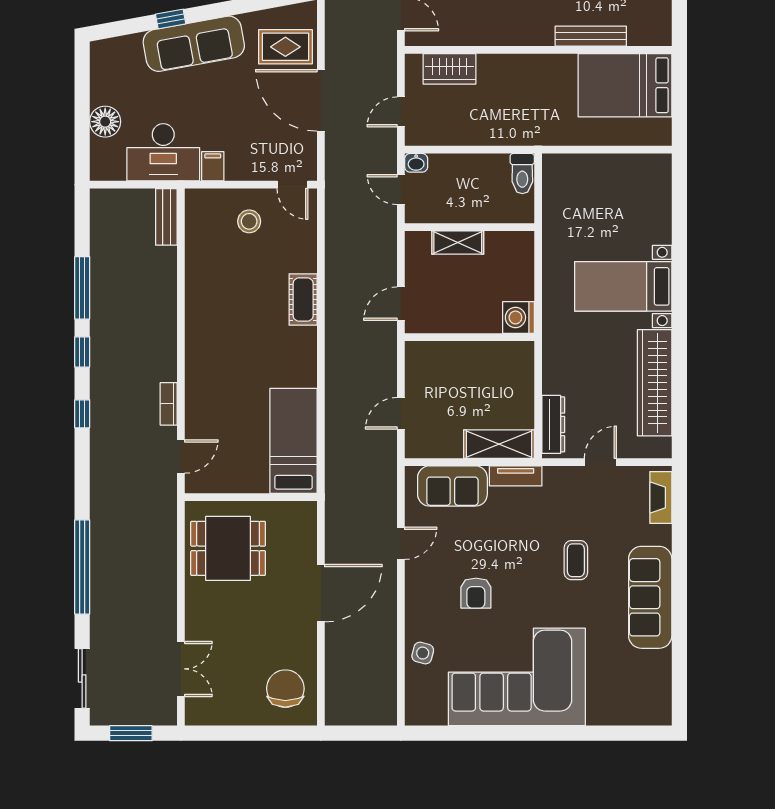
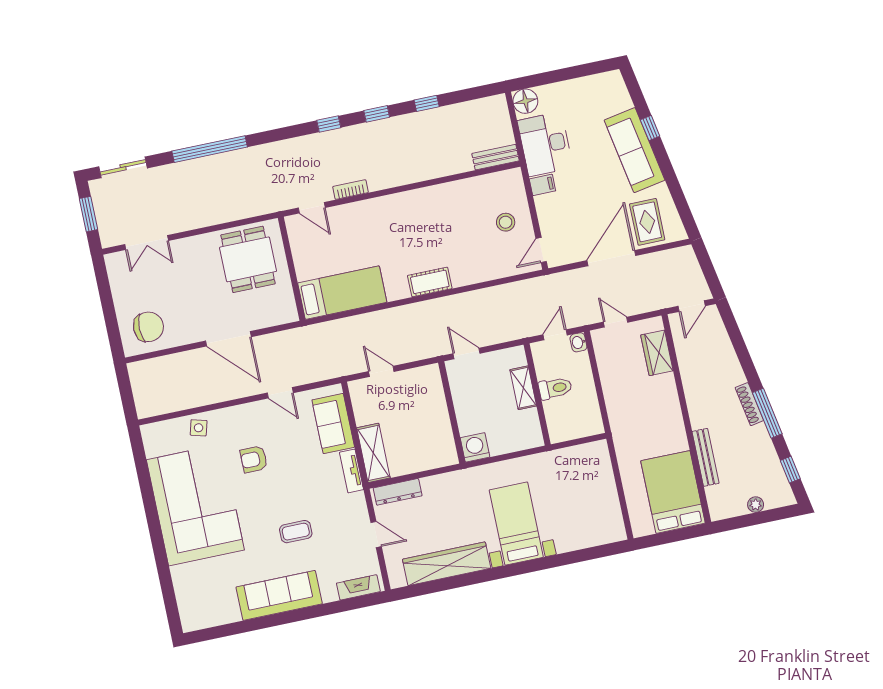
floor lamp: (105, 122) -> (525, 101), moved
toilet: (522, 174) -> (555, 388), moved, turned 180
window: (82, 288) -> (427, 103), width x0.46
cot: (303, 300) -> (430, 282), moved

